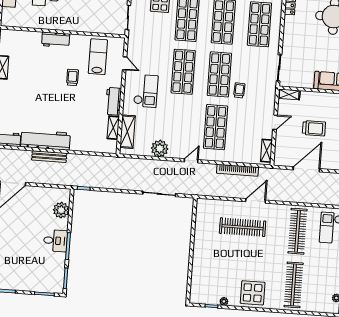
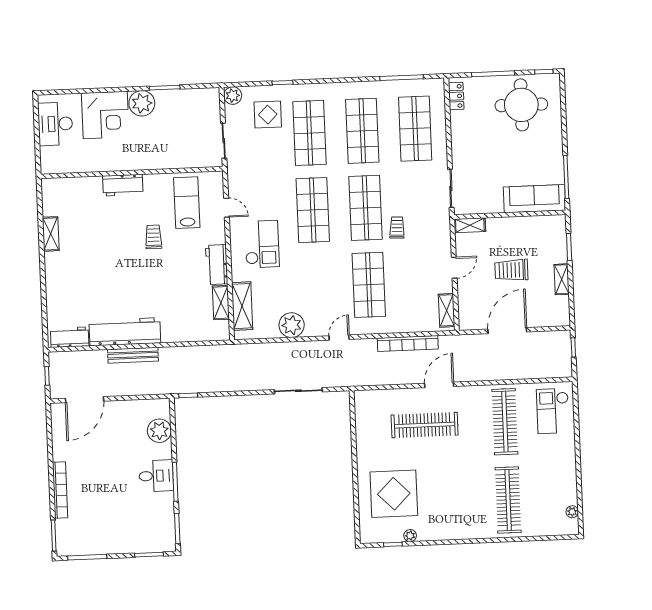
trolley: (314, 128) -> (511, 270), turned 180
display table: (253, 293) -> (394, 494), moved, width x1.36, depth x1.36

